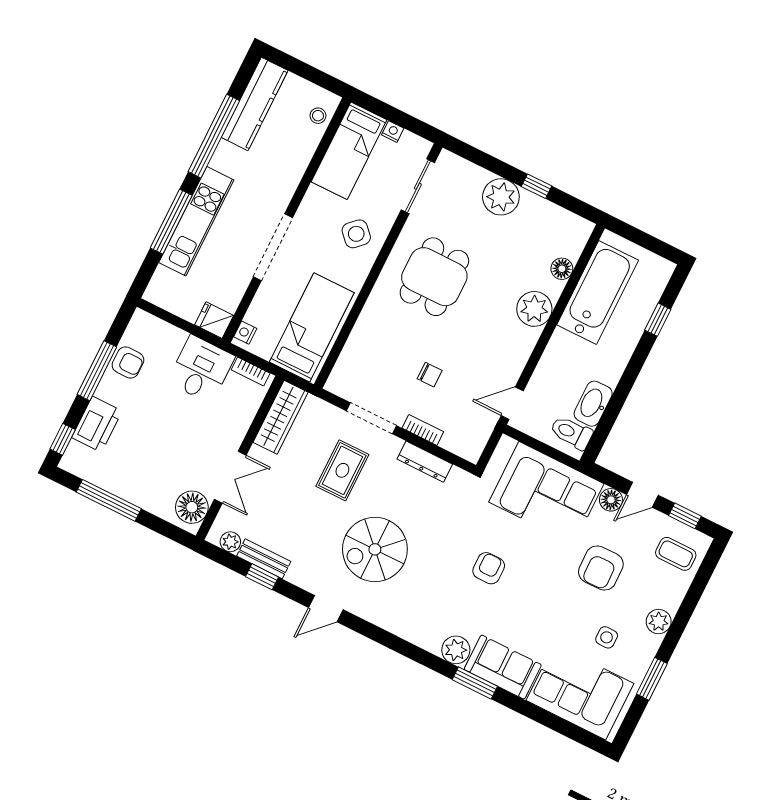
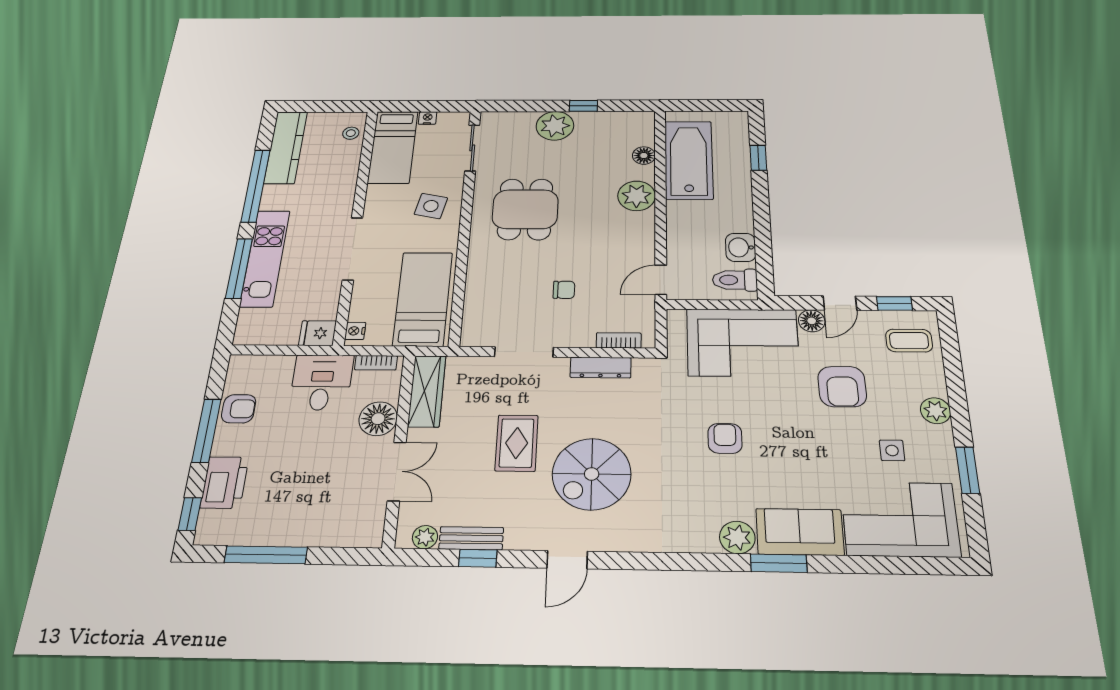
side table: (356, 234) -> (431, 206), turned -34
washbasin: (593, 404) -> (741, 247), width x0.72
bookcase: (423, 430) -> (619, 340), moved
rug: (342, 470) -> (517, 443), moved
floor lamp: (192, 507) -> (378, 419), moved

